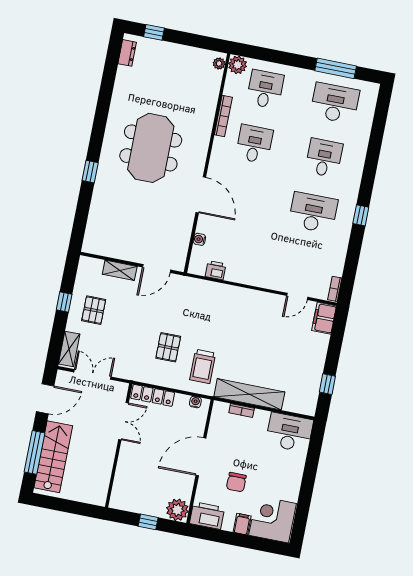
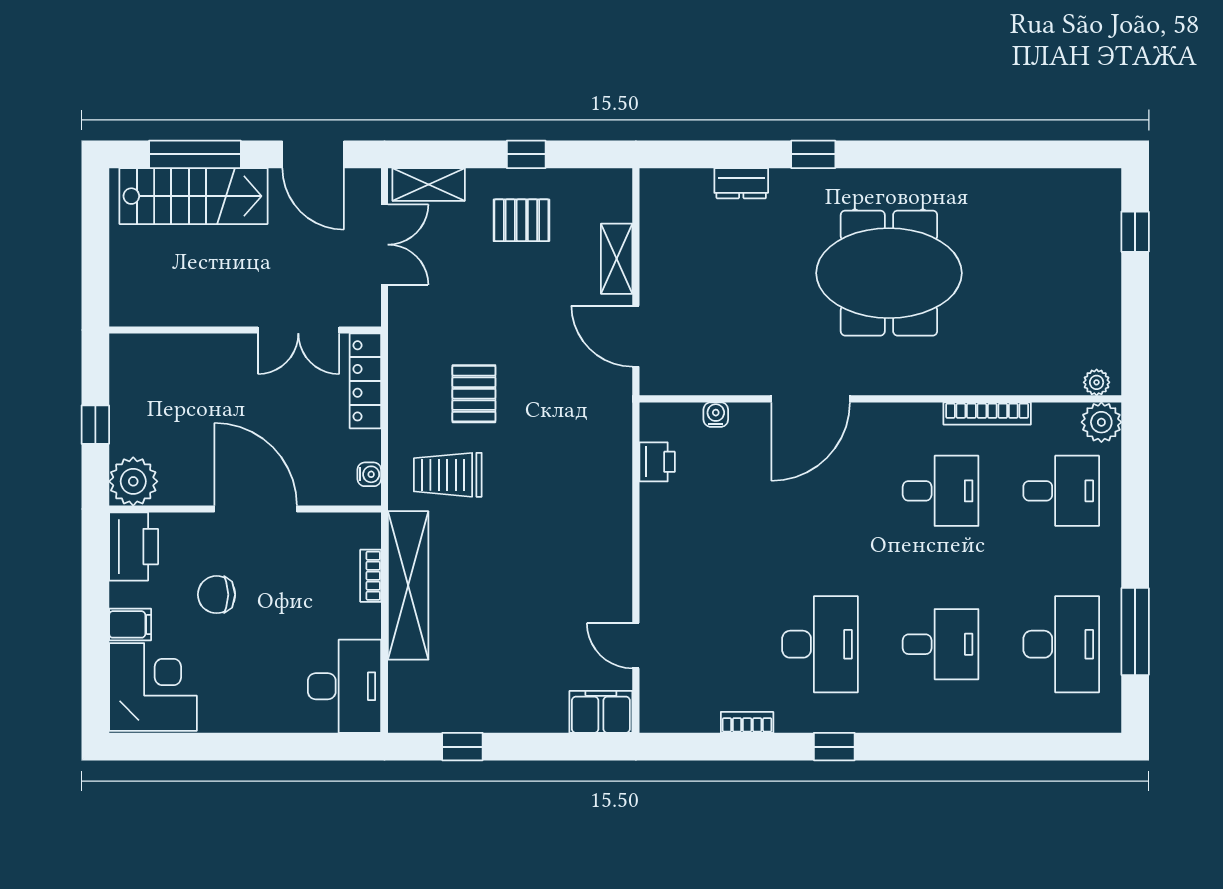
dresser: (127, 53) -> (741, 183), moved
bookcase: (335, 289) -> (747, 722), moved
pallet: (168, 347) -> (474, 394), turned 90

